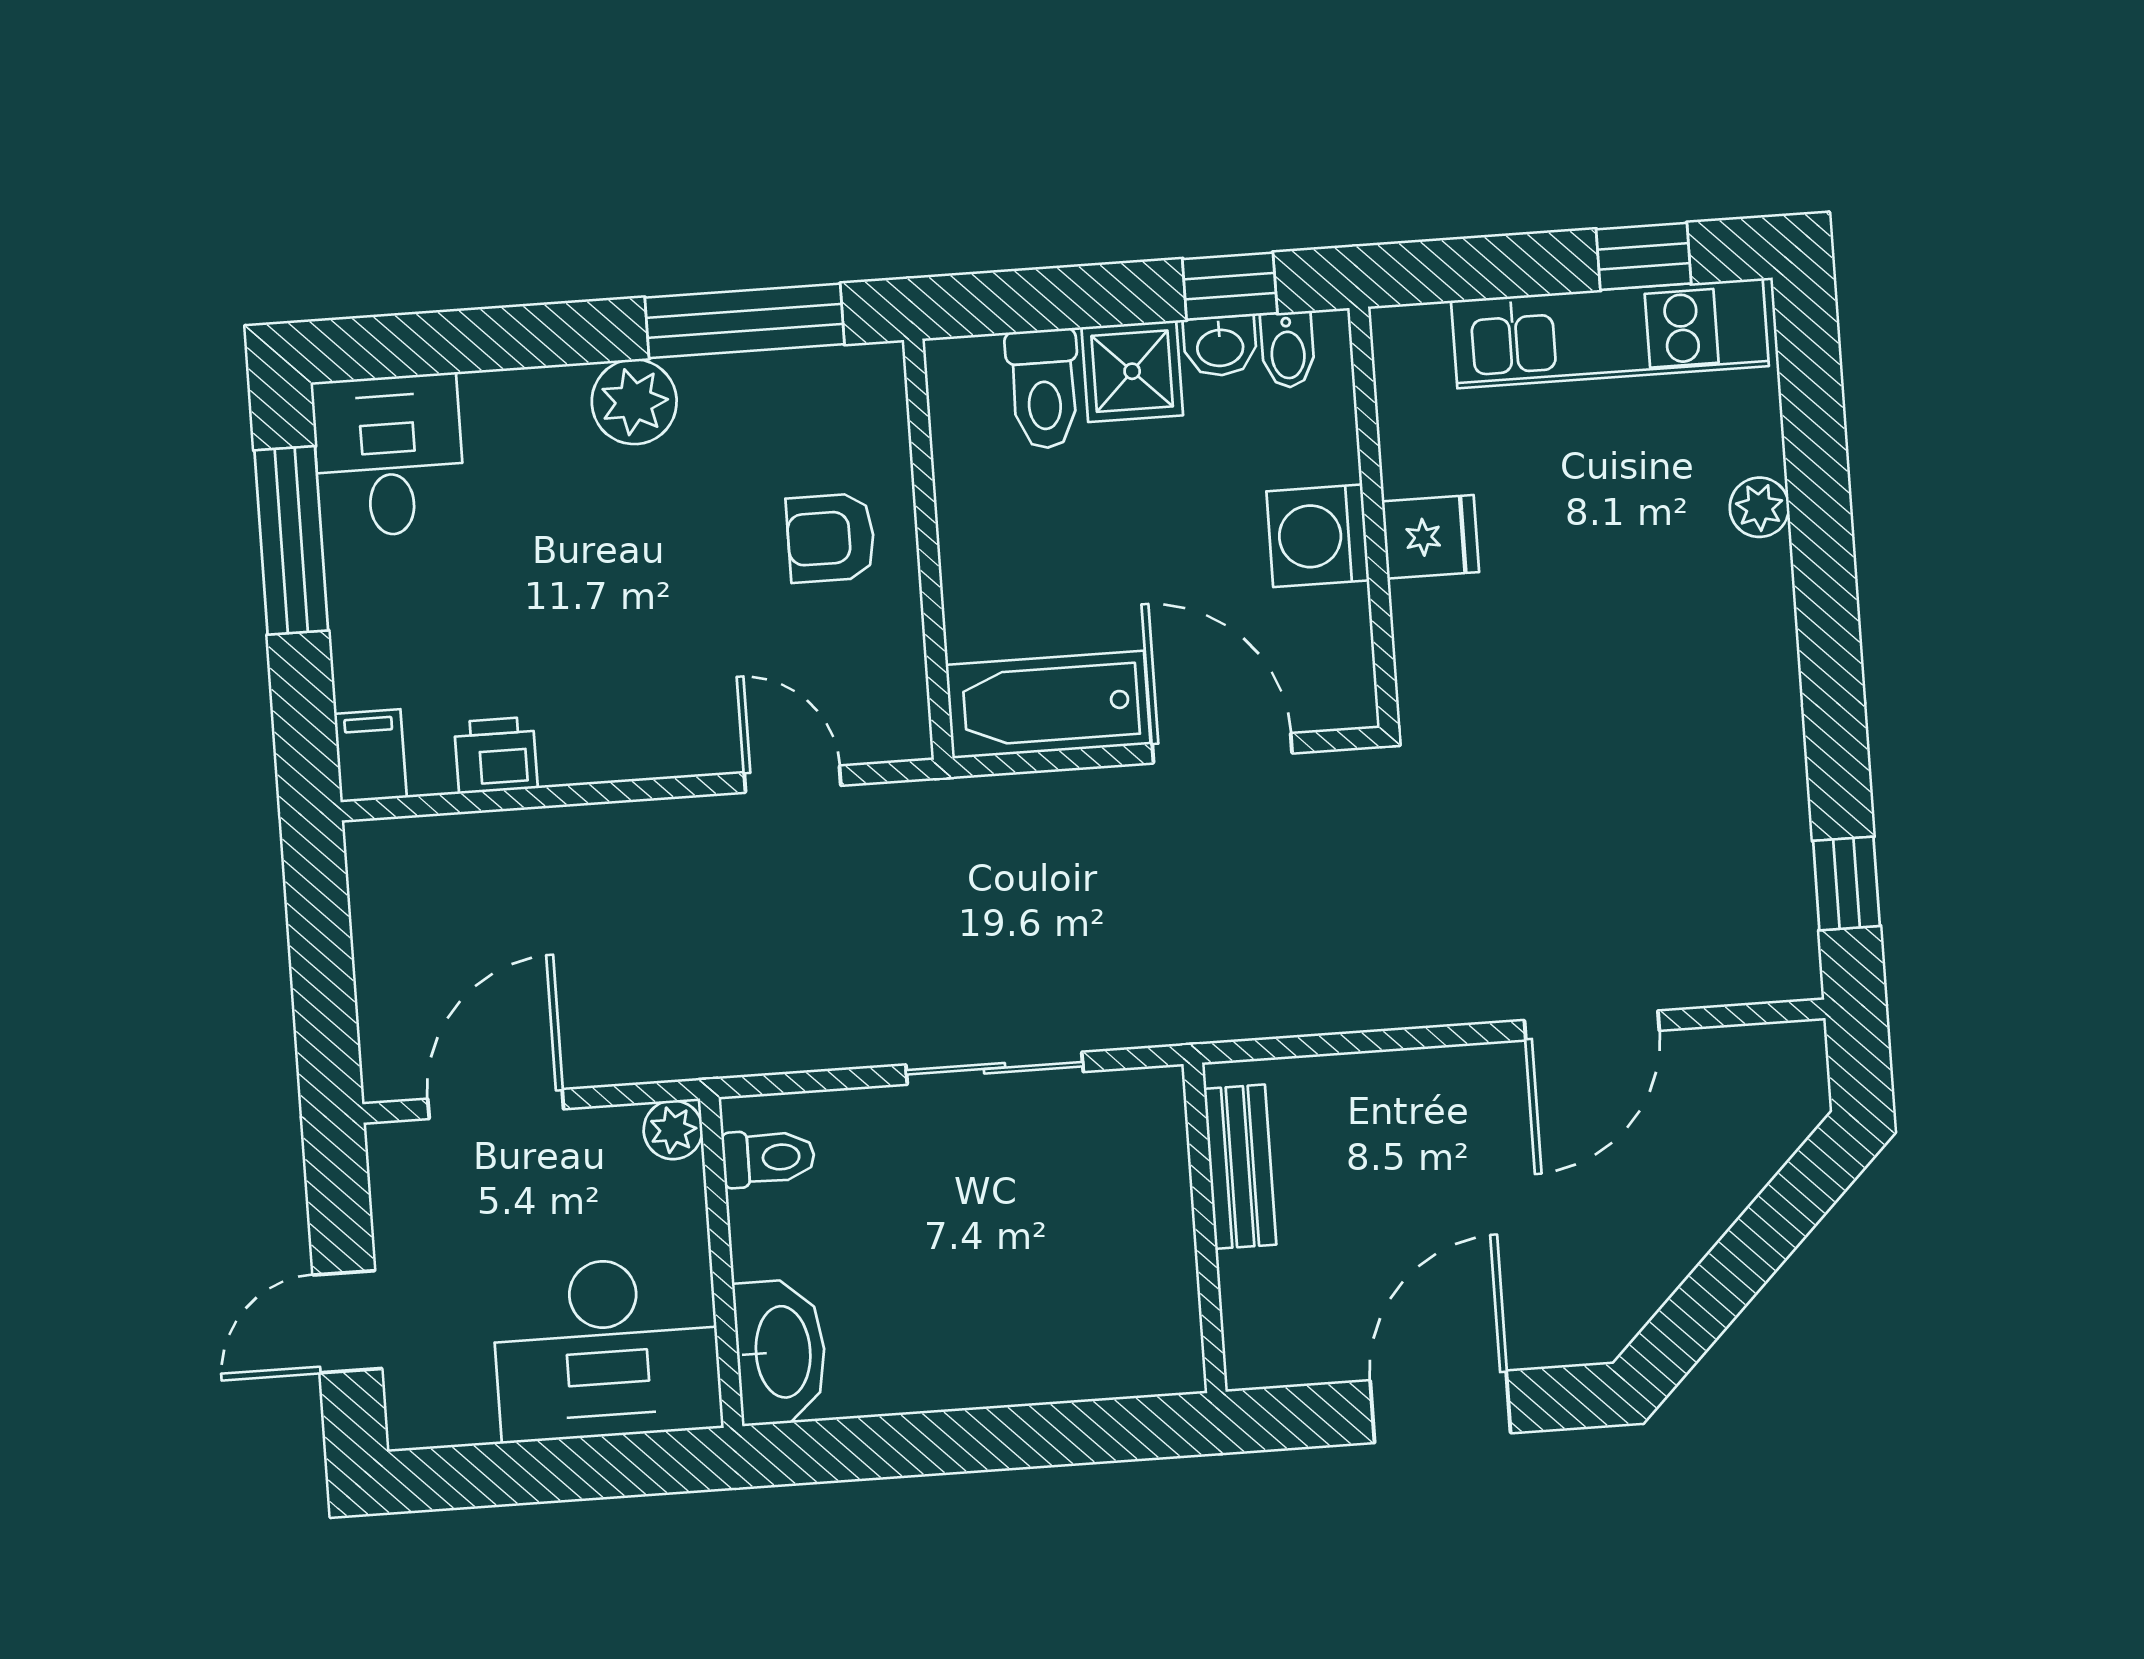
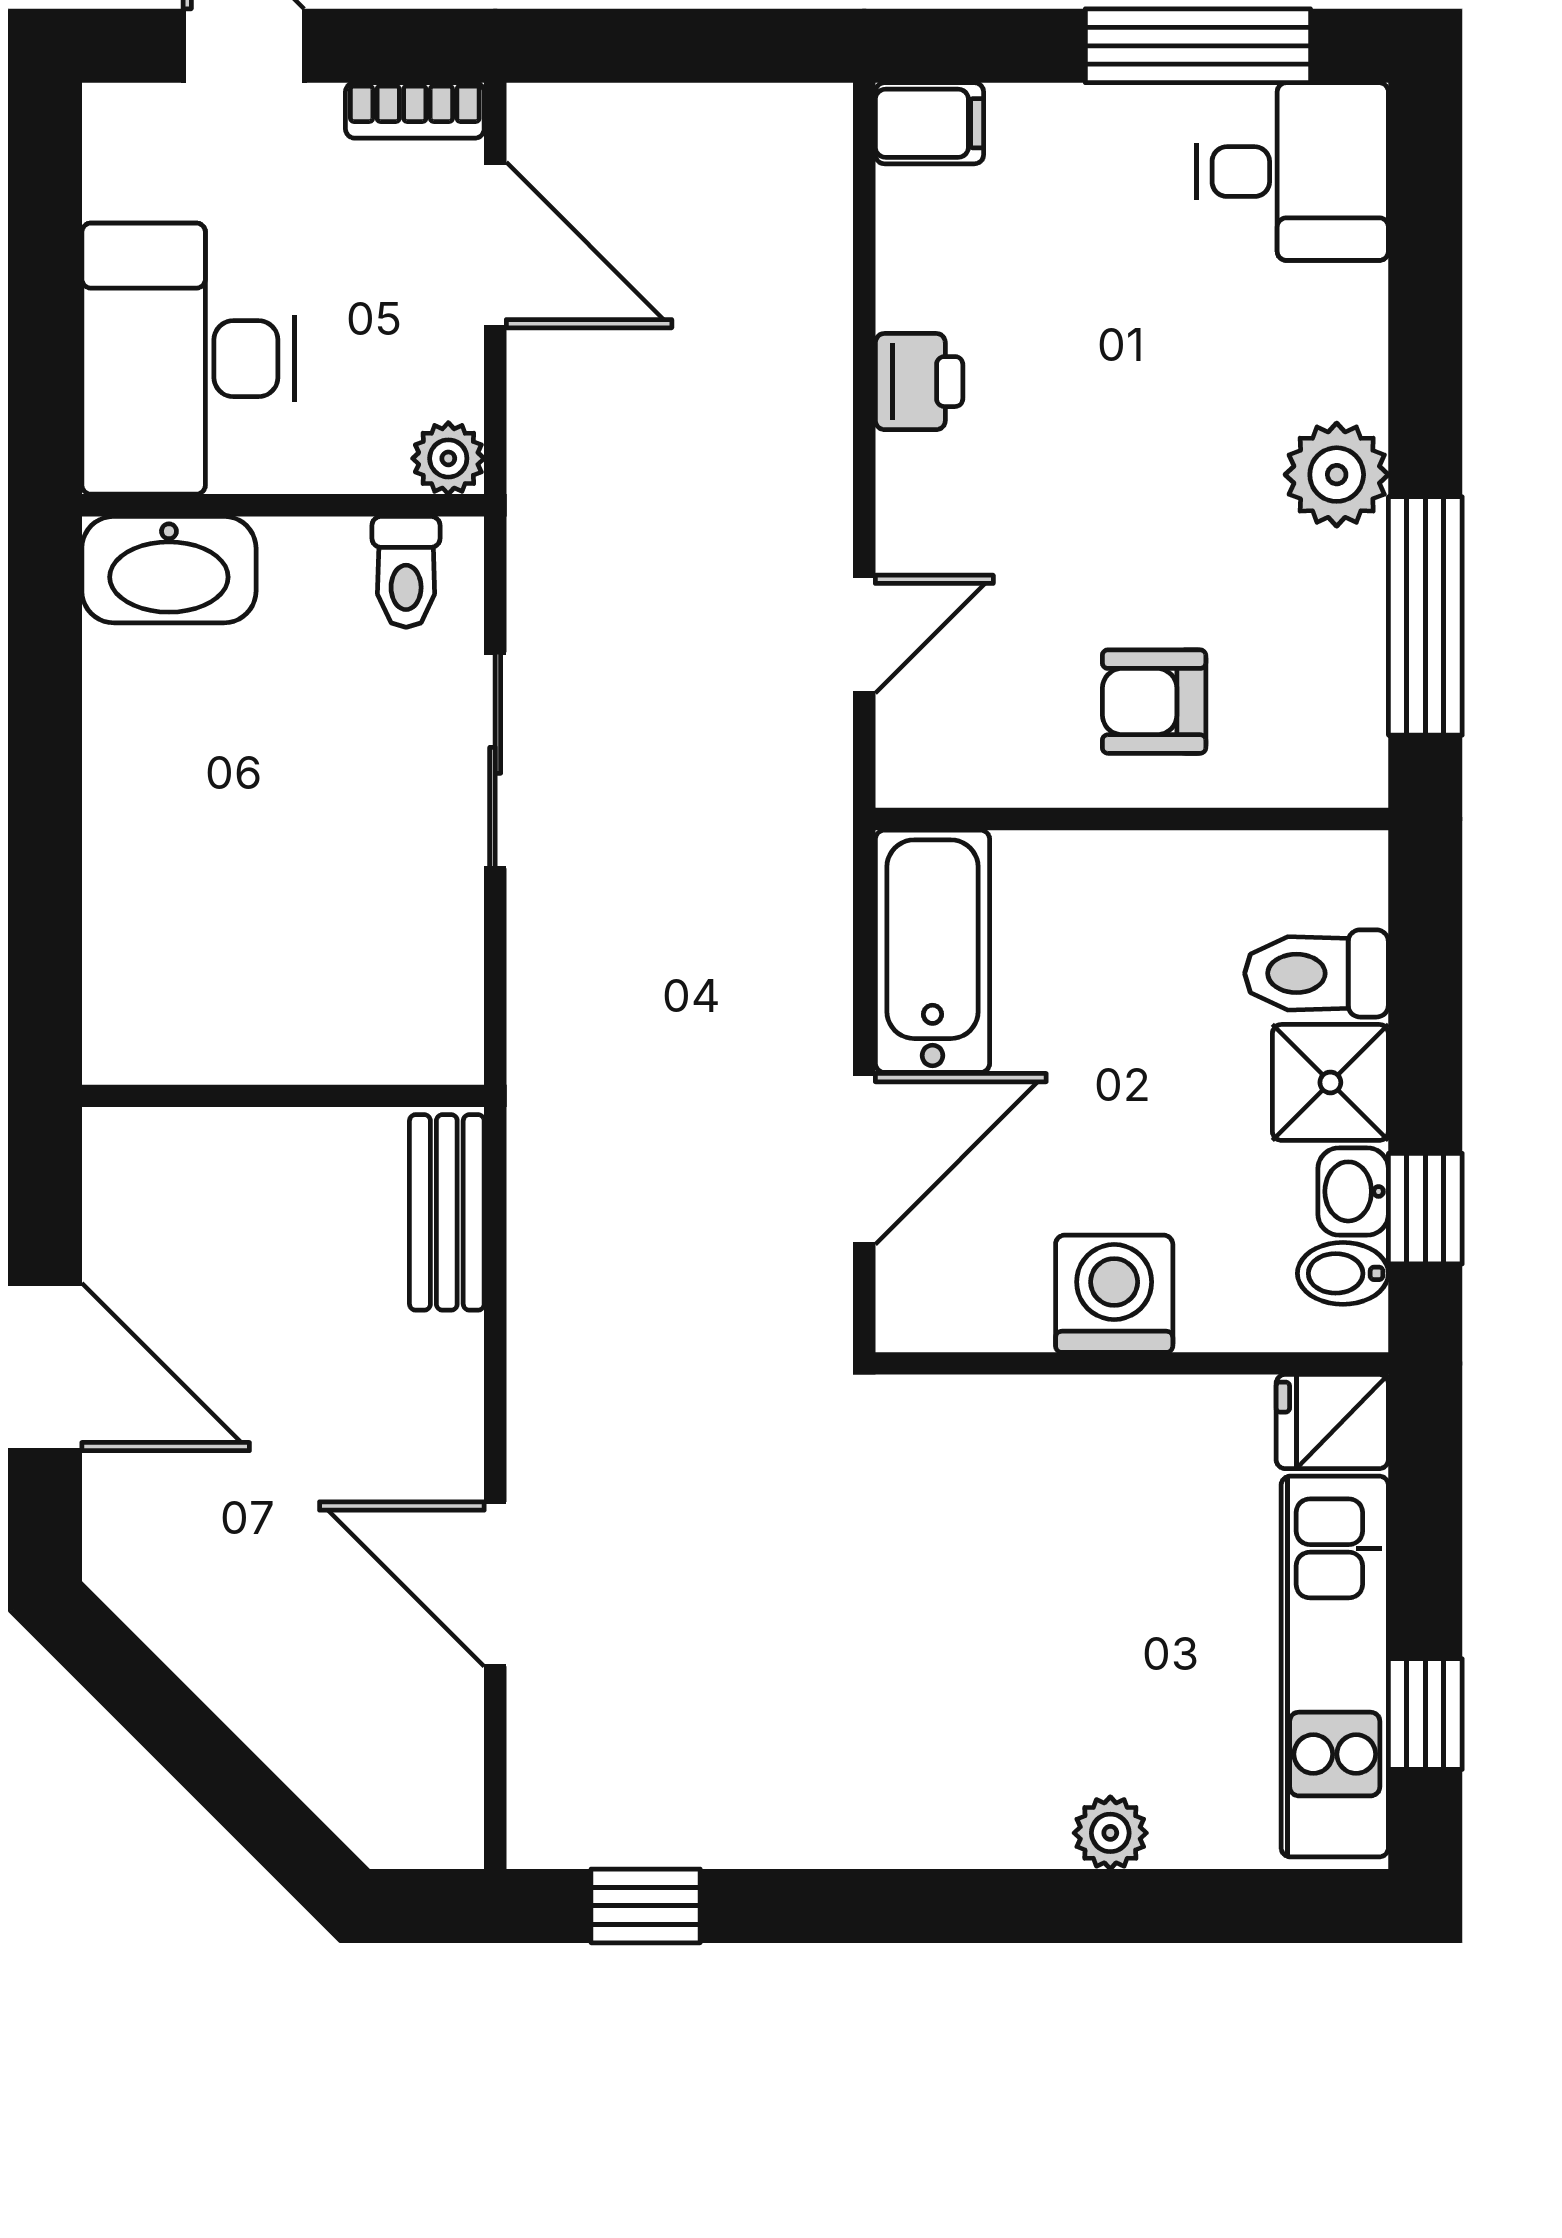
fridge: (1431, 537) -> (1332, 1422), moved, turned 90
armchair: (831, 538) -> (1154, 702), turned -90
printer: (496, 755) -> (919, 382), moved
sliding door: (995, 1068) -> (495, 760), moved
bench: (1240, 1167) -> (447, 1212), moved, turned 90
bookcase: (390, 1178) -> (415, 110), added

